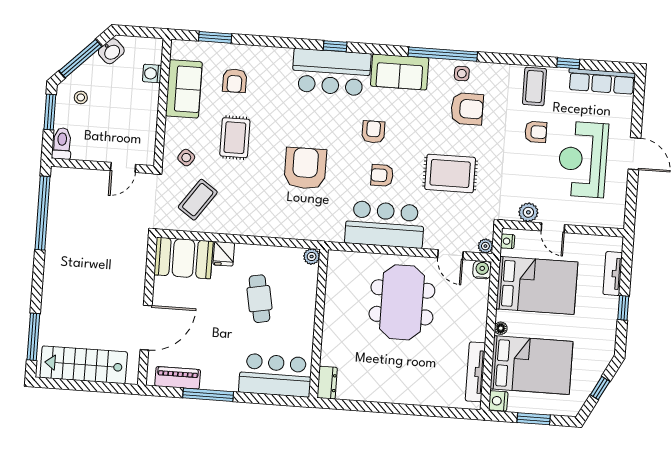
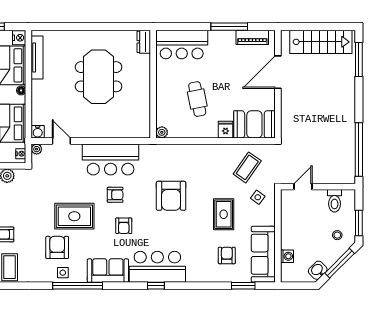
sofa: (184, 89) -> (263, 254), width x1.36
armchair: (467, 109) -> (57, 247), turned 90
toilet: (62, 143) -> (335, 201), moved
rug: (450, 173) -> (74, 216), moved
meeting table: (402, 302) -> (99, 77), moved

